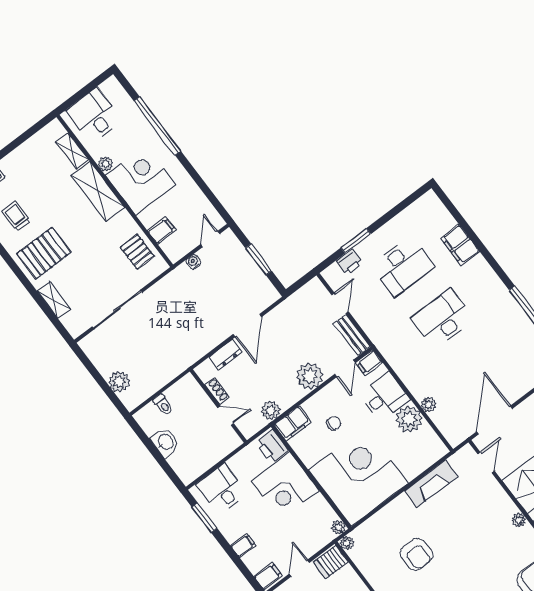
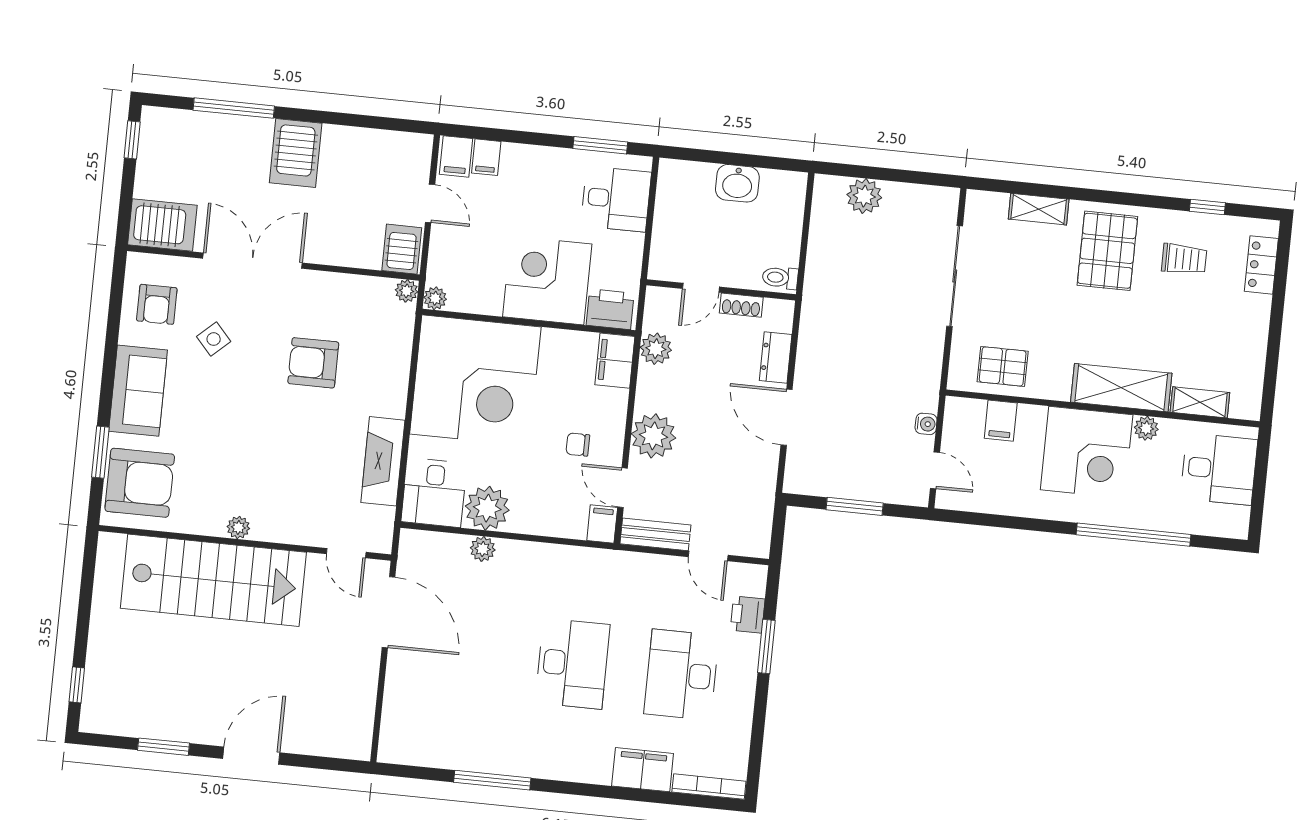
bookcase: (440, 209) -> (709, 787), added
desk: (384, 397) -> (434, 493), moved
toilet: (163, 405) -> (780, 278), moved
chair: (334, 423) -> (578, 444), moved, turned 90
filing cabinet: (243, 546) -> (486, 157), moved

